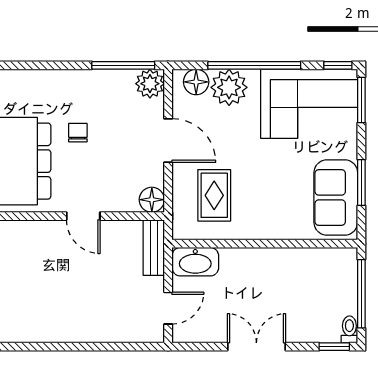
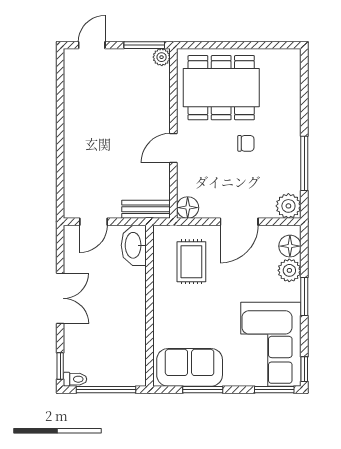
window: (123, 65) -> (304, 163), moved
window: (254, 65) -> (304, 297), width x0.47
plant: (229, 87) -> (289, 270), width x0.73, depth x0.73
rug: (214, 195) -> (191, 262), turned 90
door: (168, 308) -> (93, 222), hinge flipped

